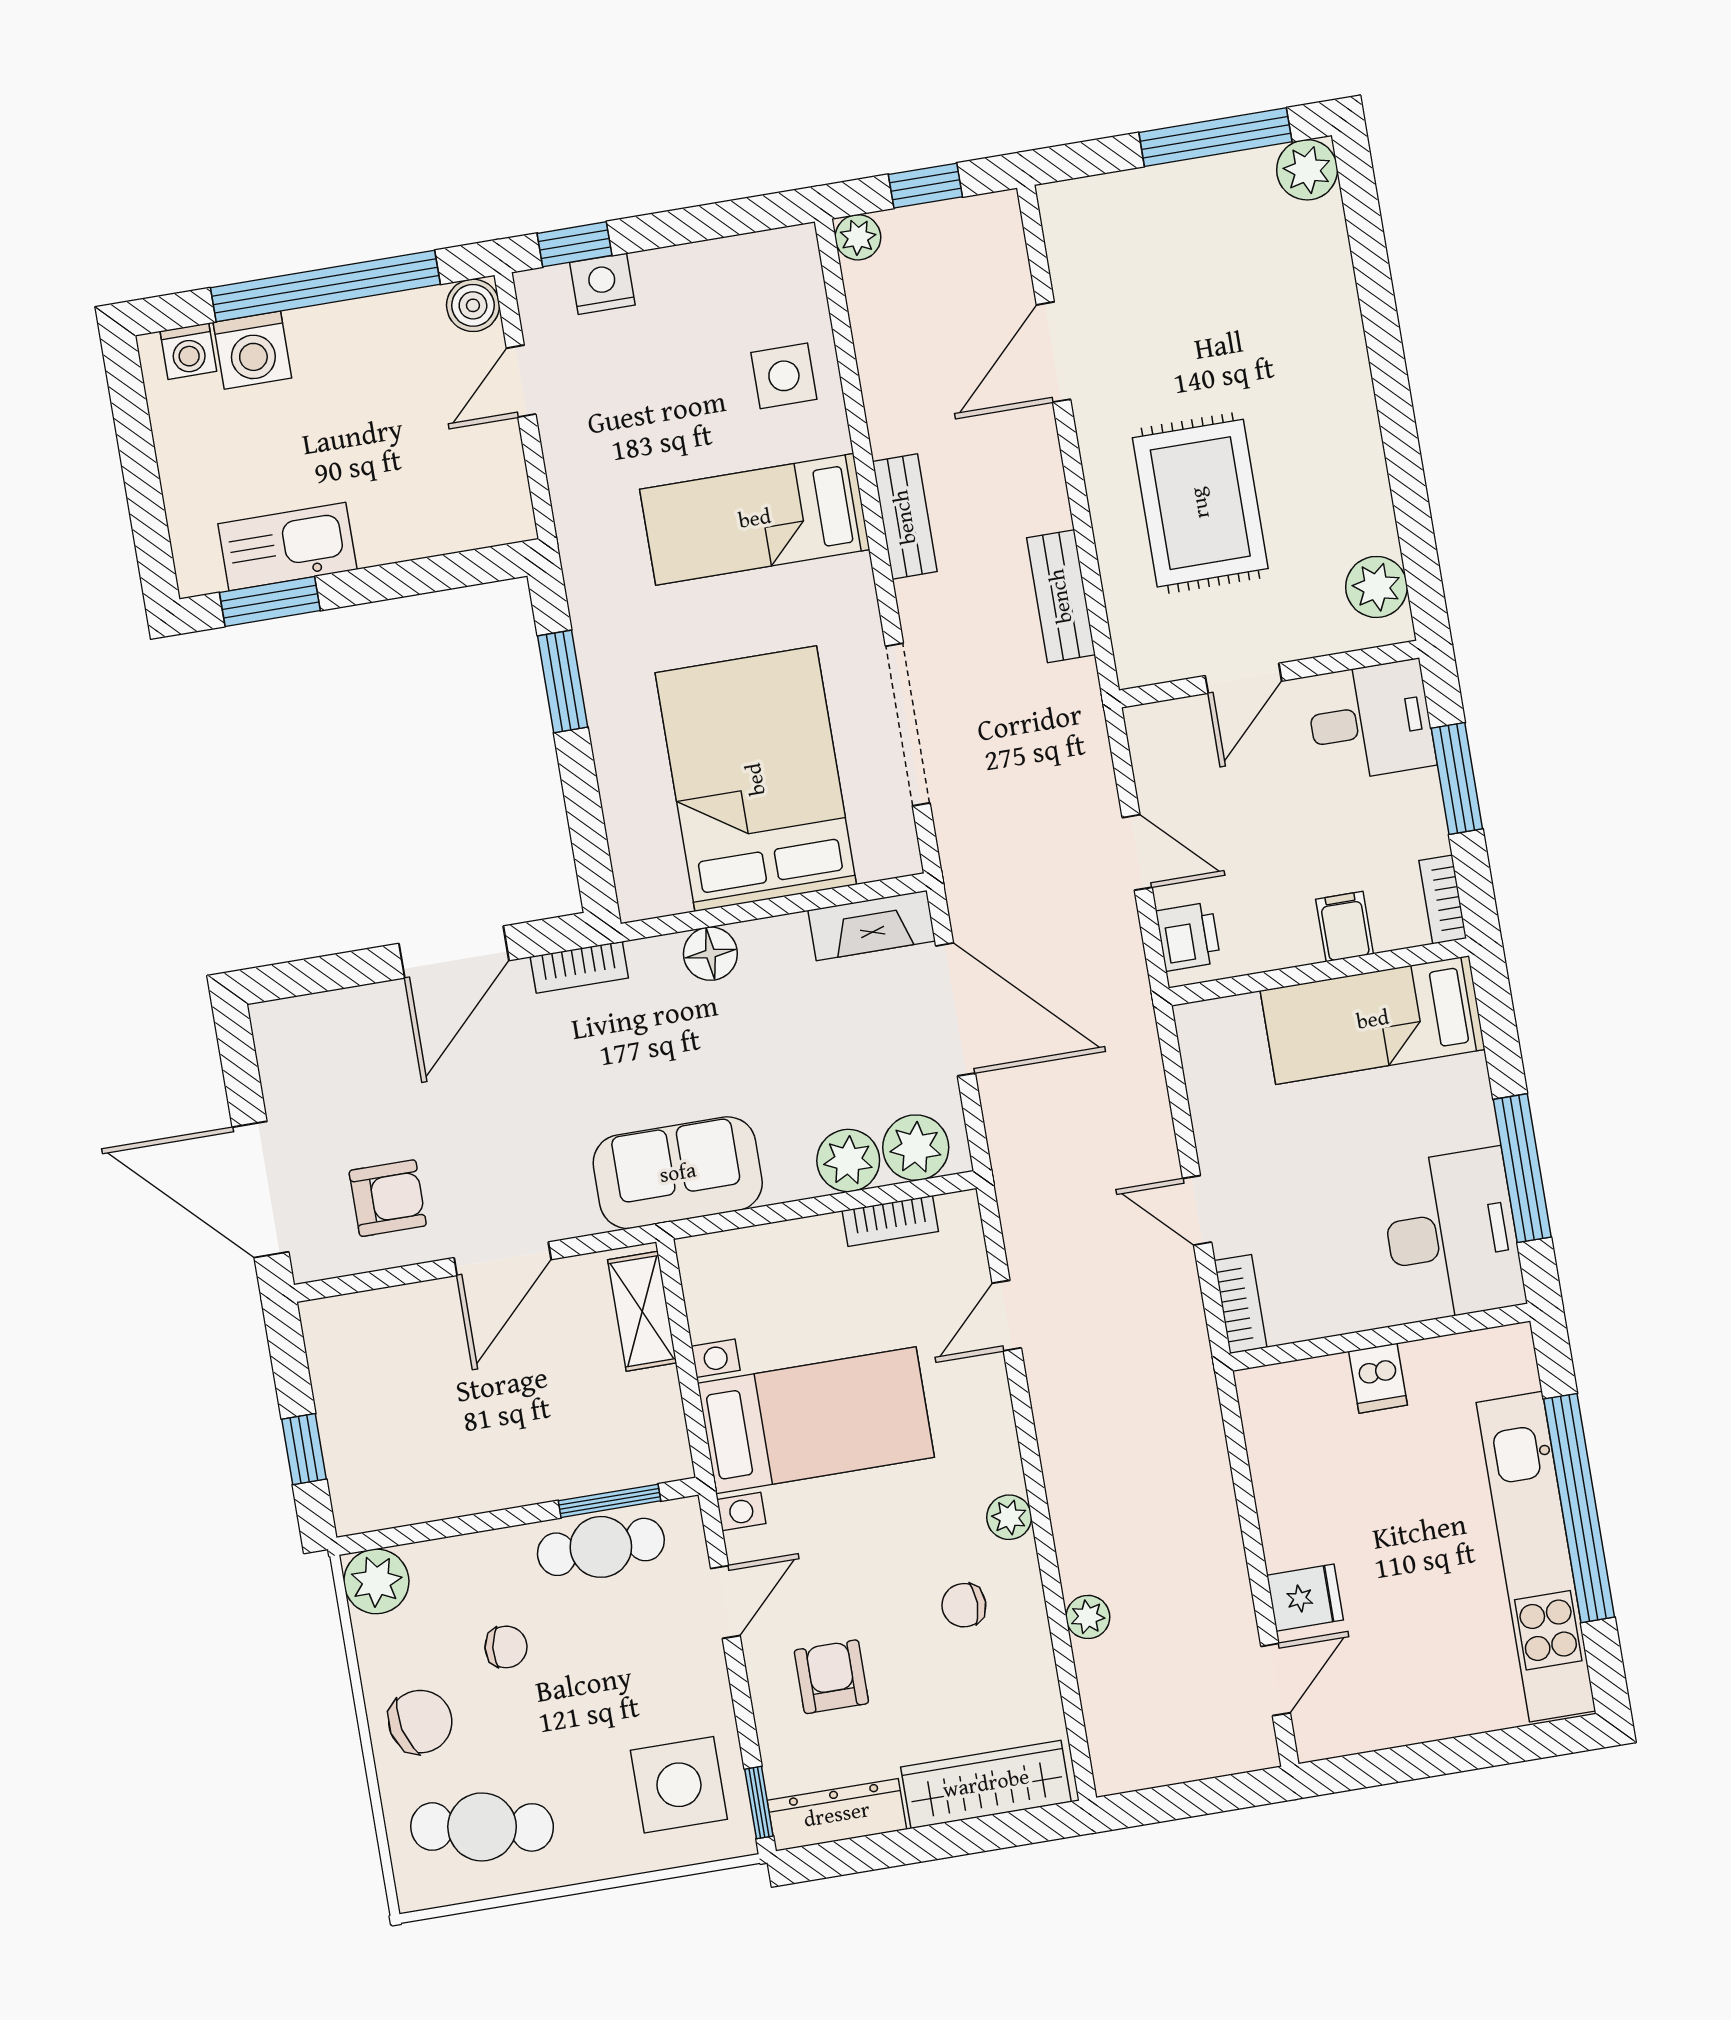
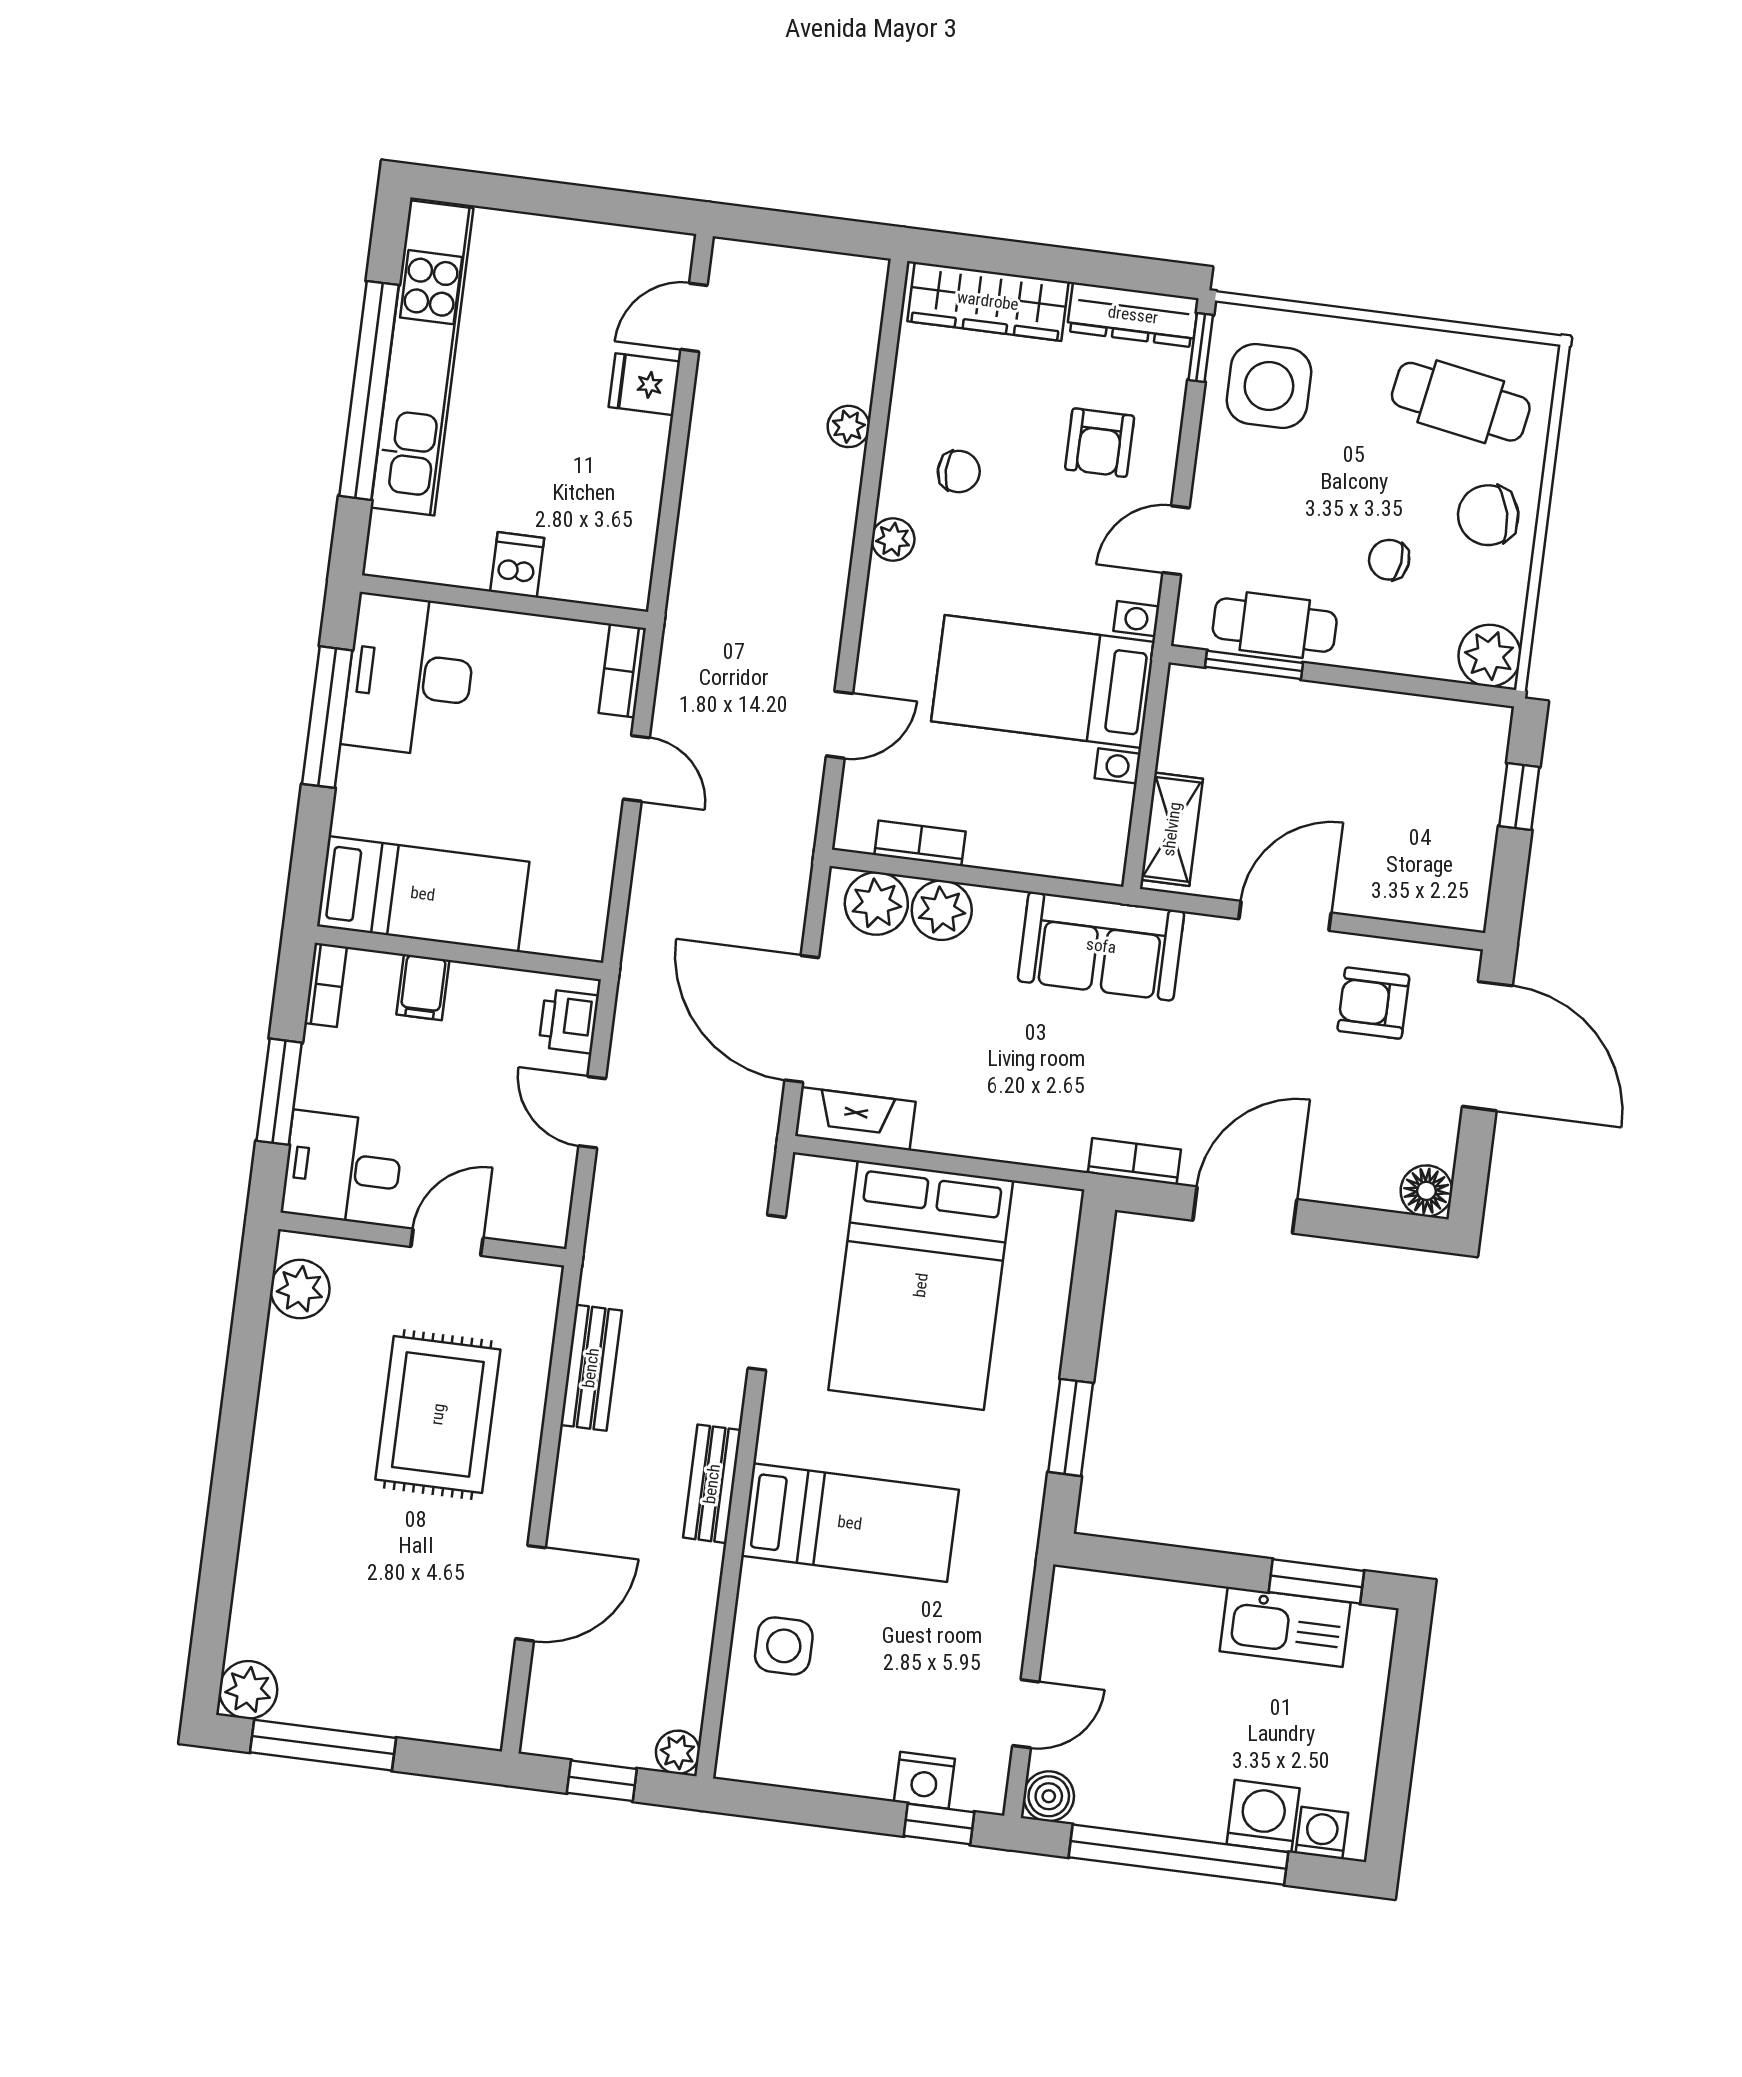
floor lamp: (710, 954) -> (1426, 1191), moved

